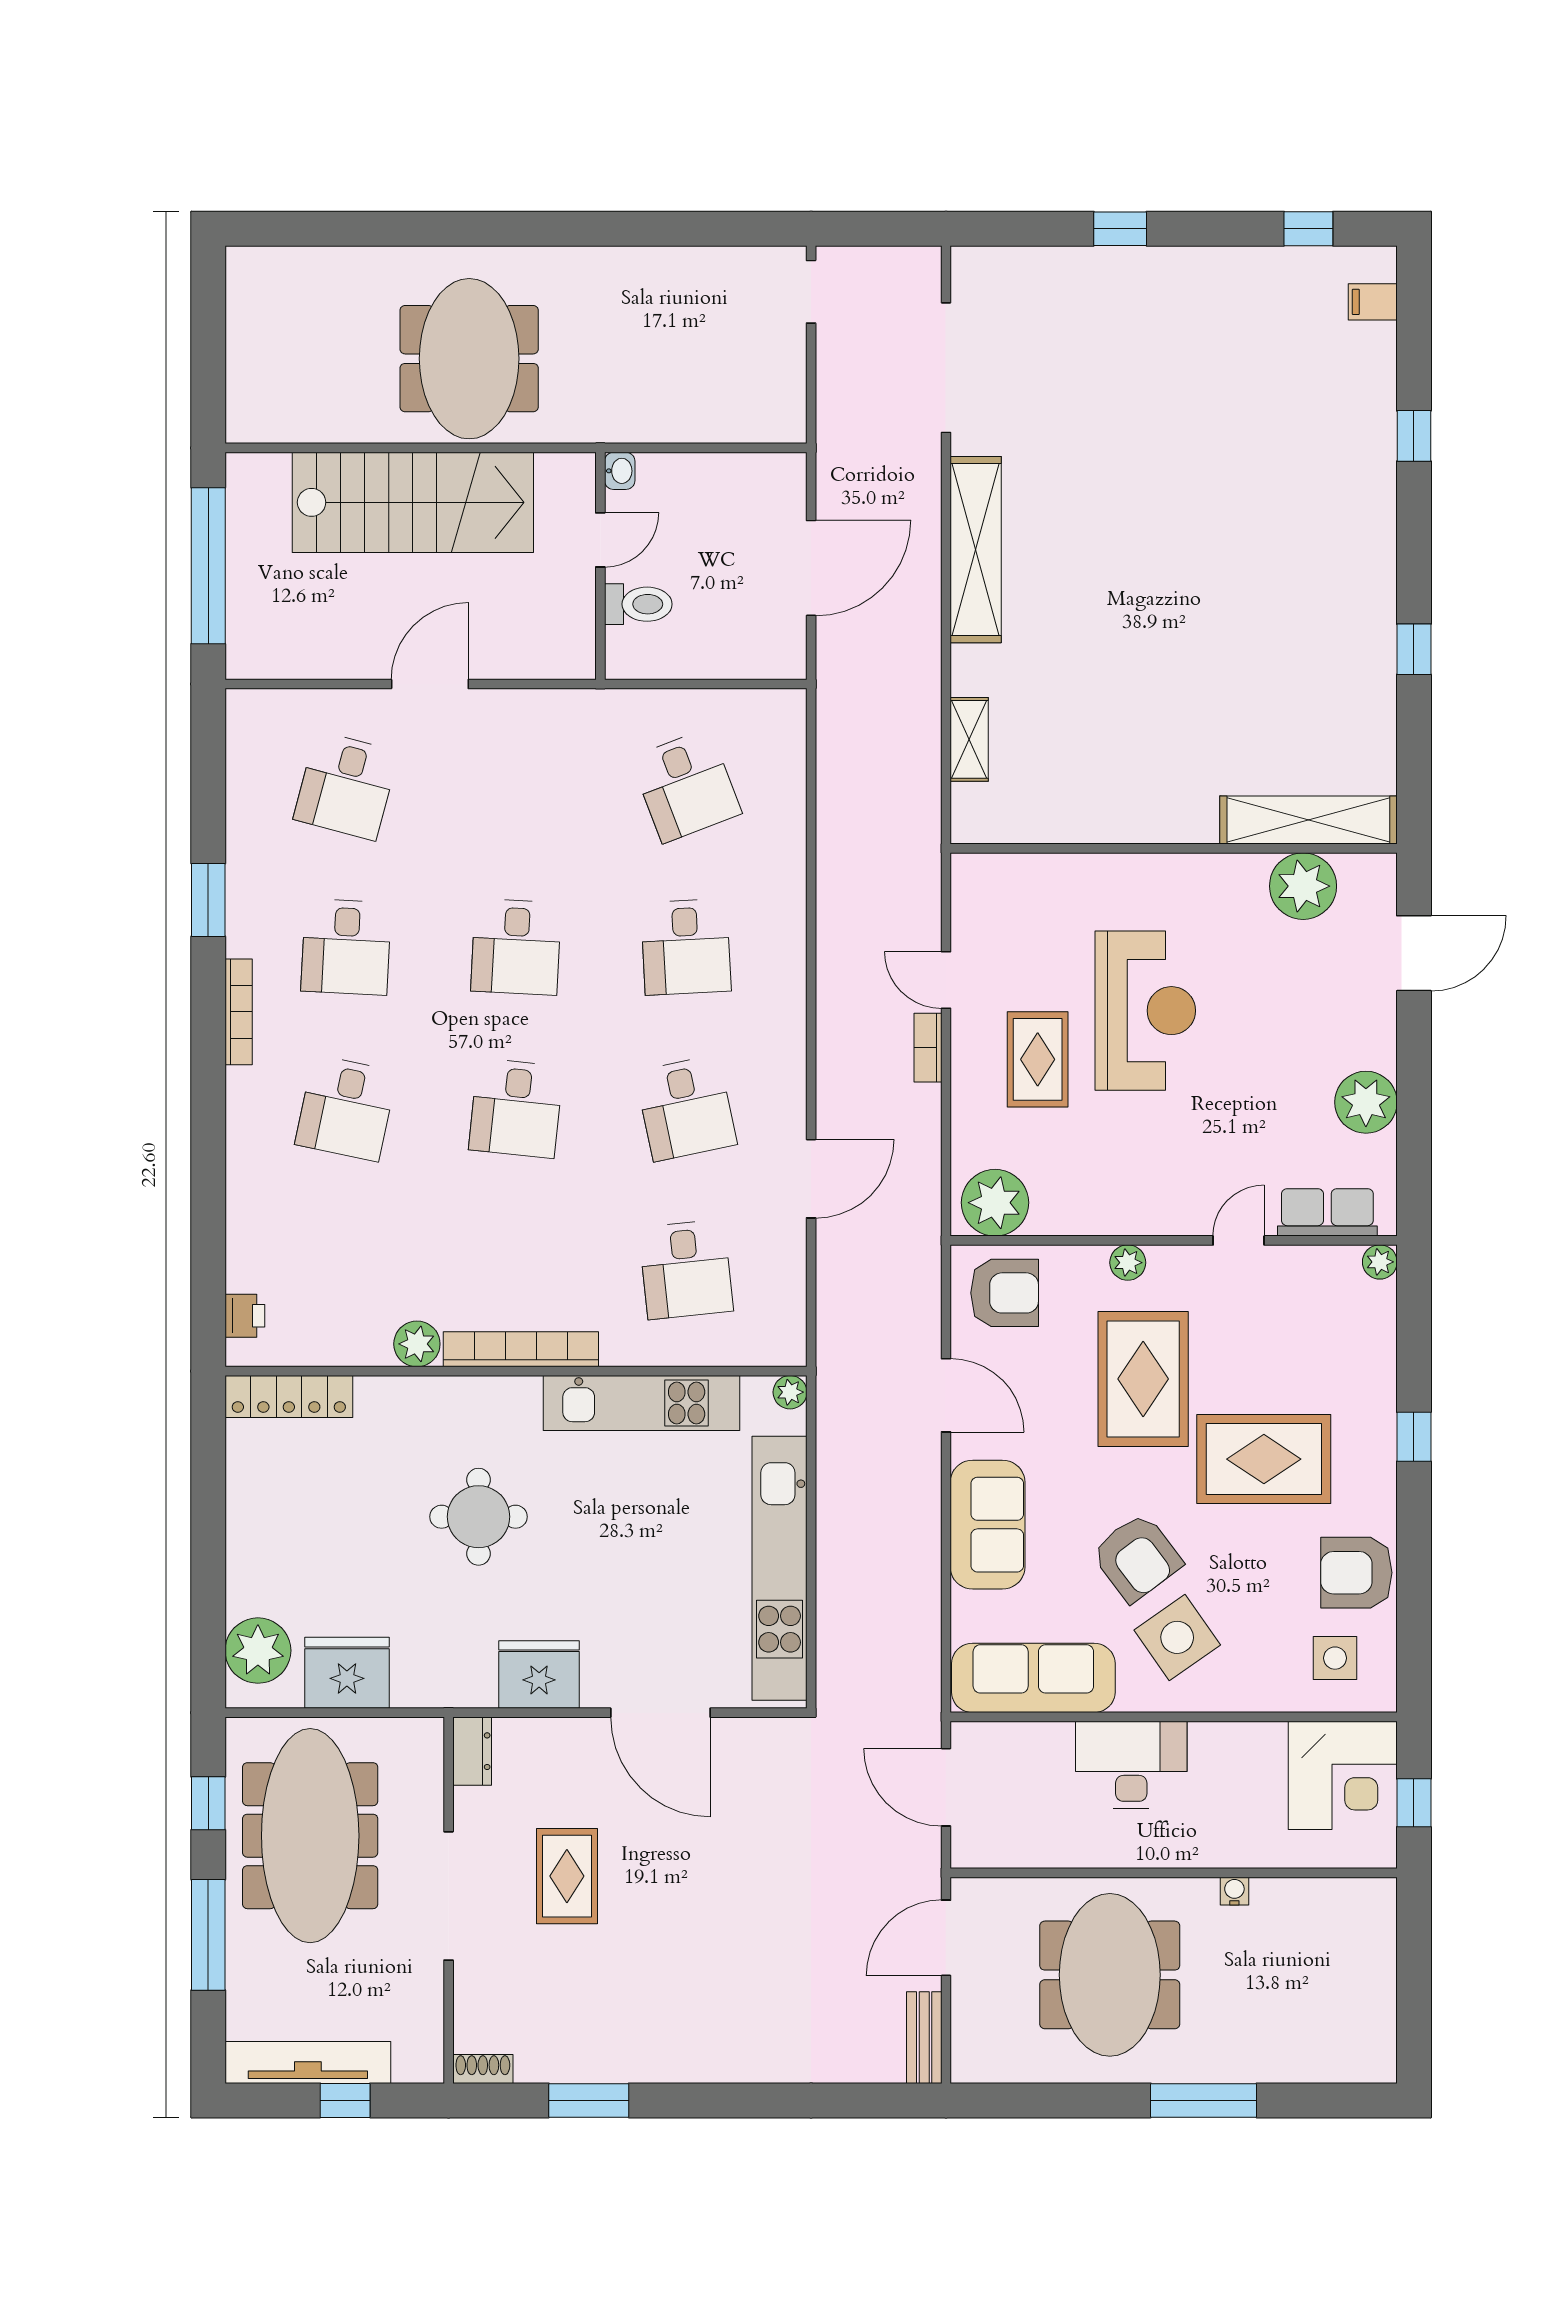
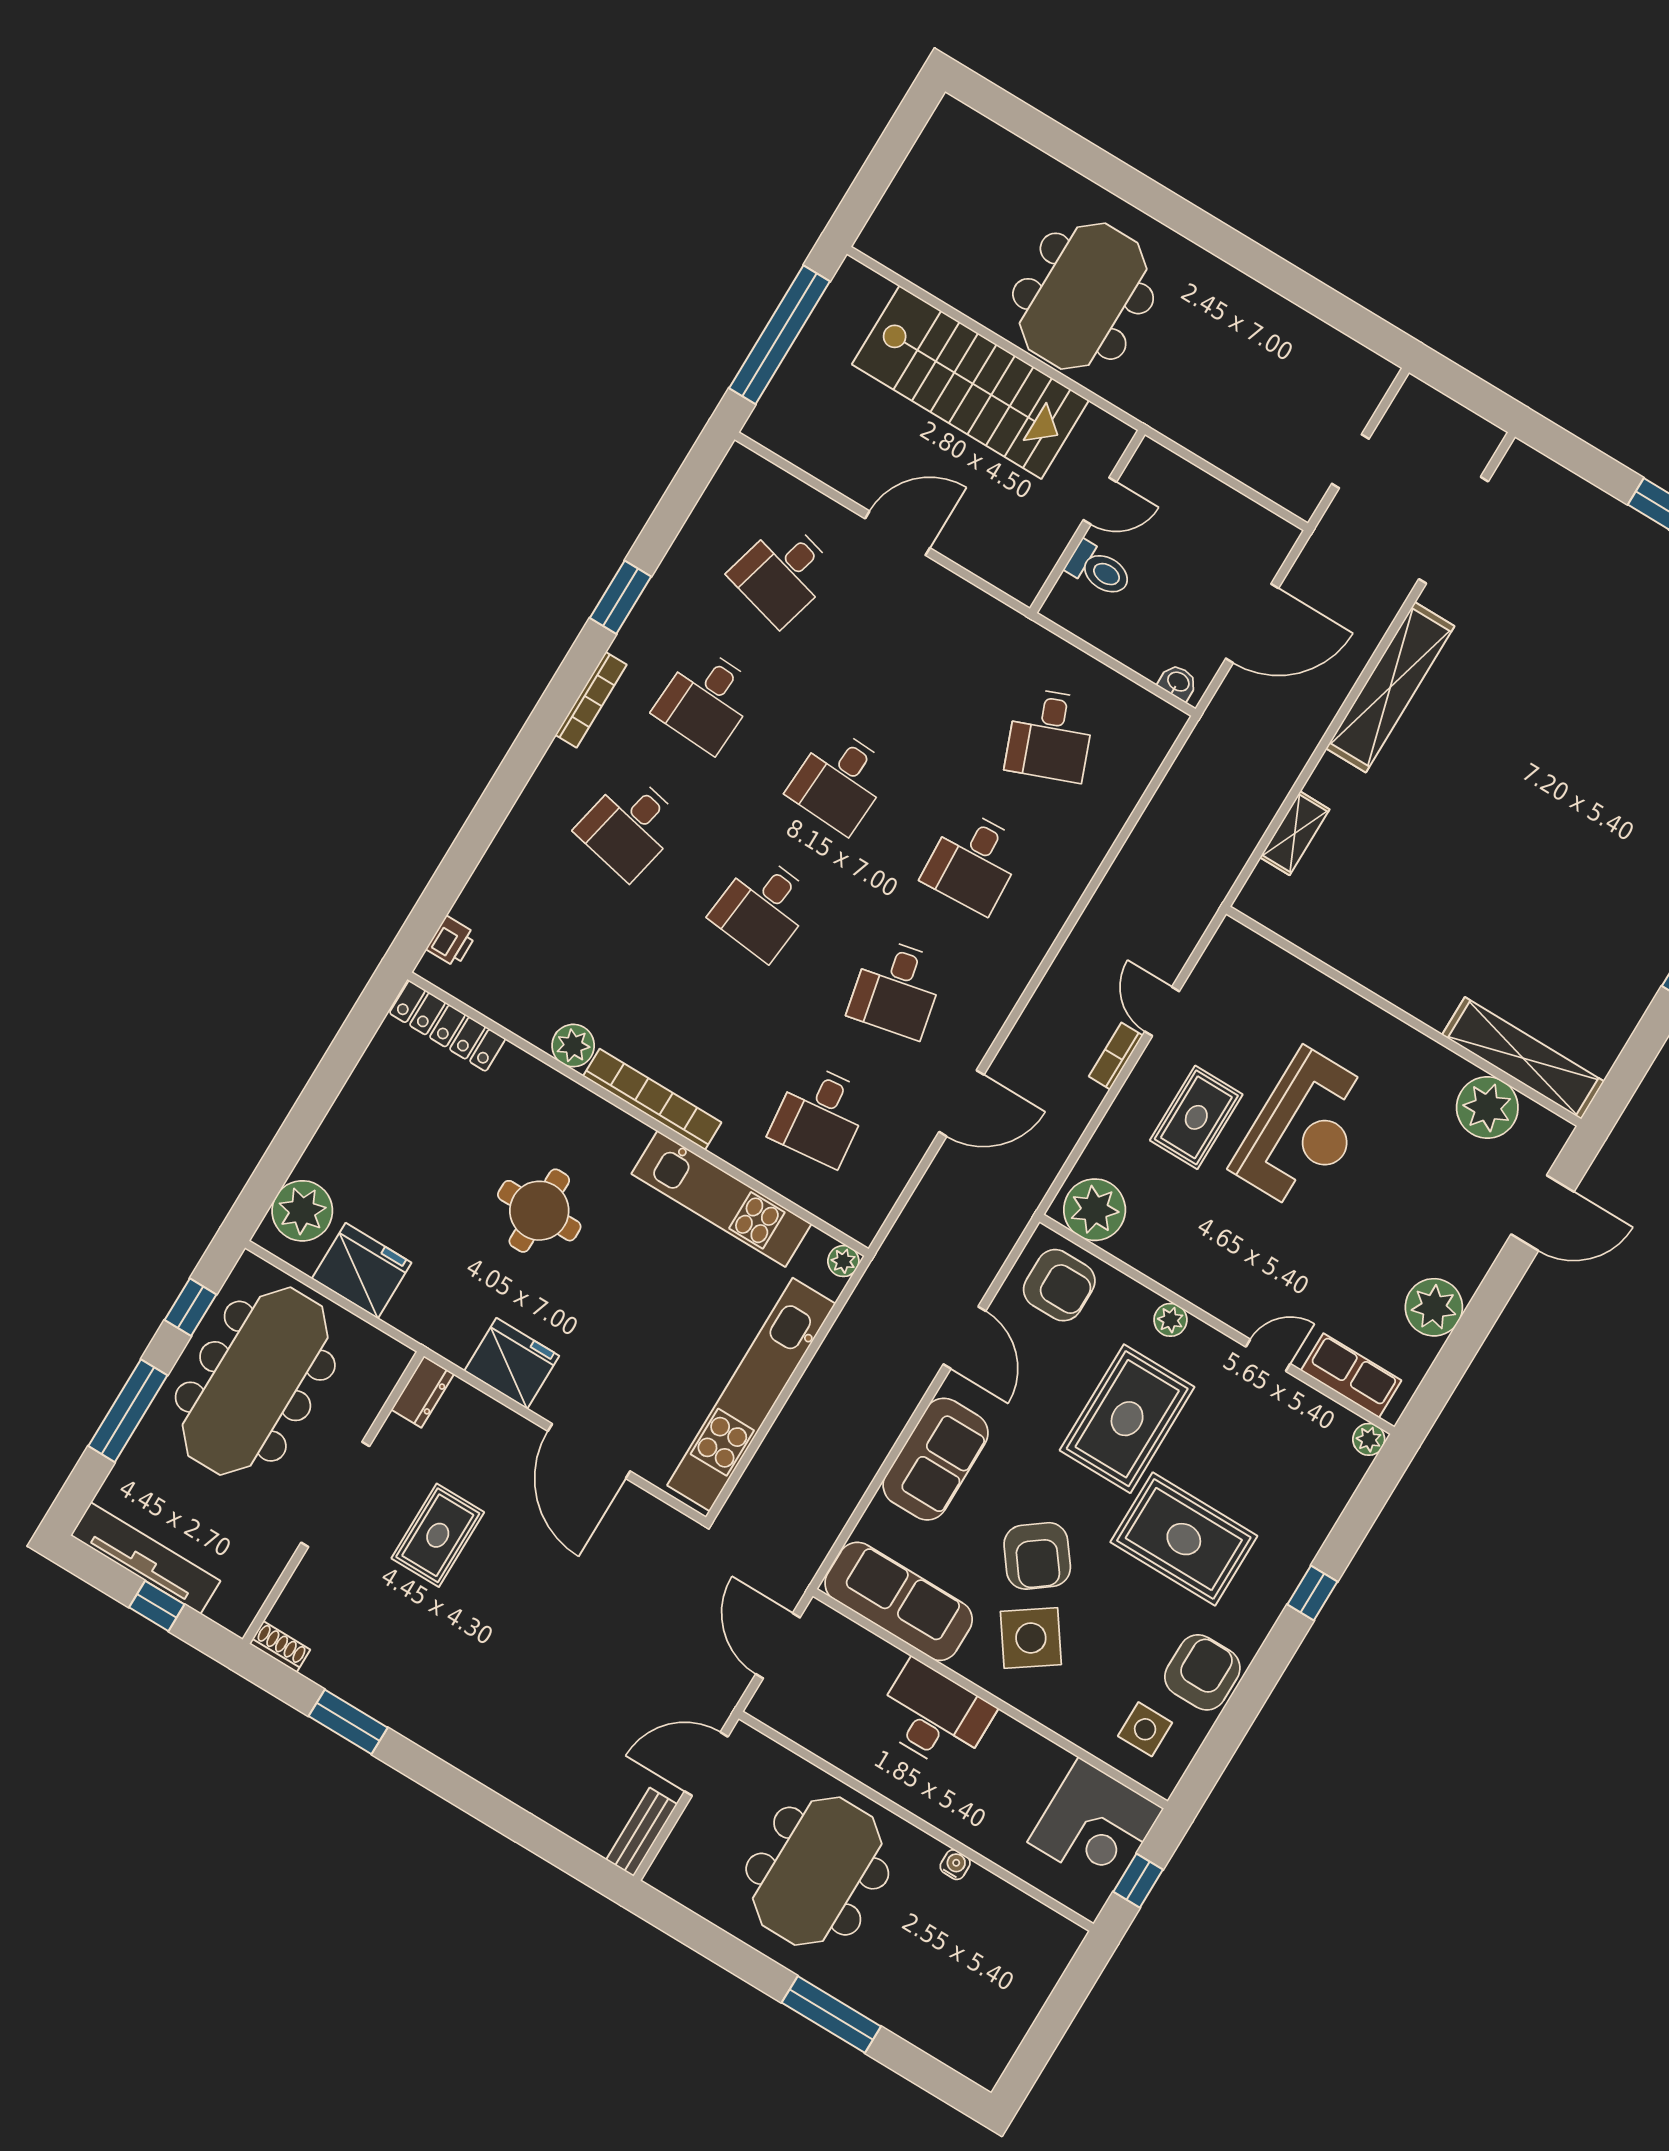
doorway: (811, 292) -> (1350, 461), moved
washbasin: (620, 471) -> (1178, 682), moved, turned -90
armchair: (1356, 1573) -> (1202, 1672), turned 90

